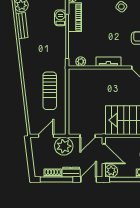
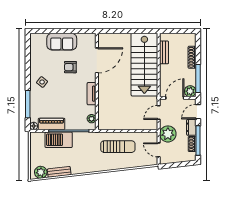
barbecue: (60, 18) -> (59, 140), width x1.88, depth x1.53
door: (88, 136) -> (159, 112), swing flipped
door: (89, 180) -> (198, 112), hinge flipped

